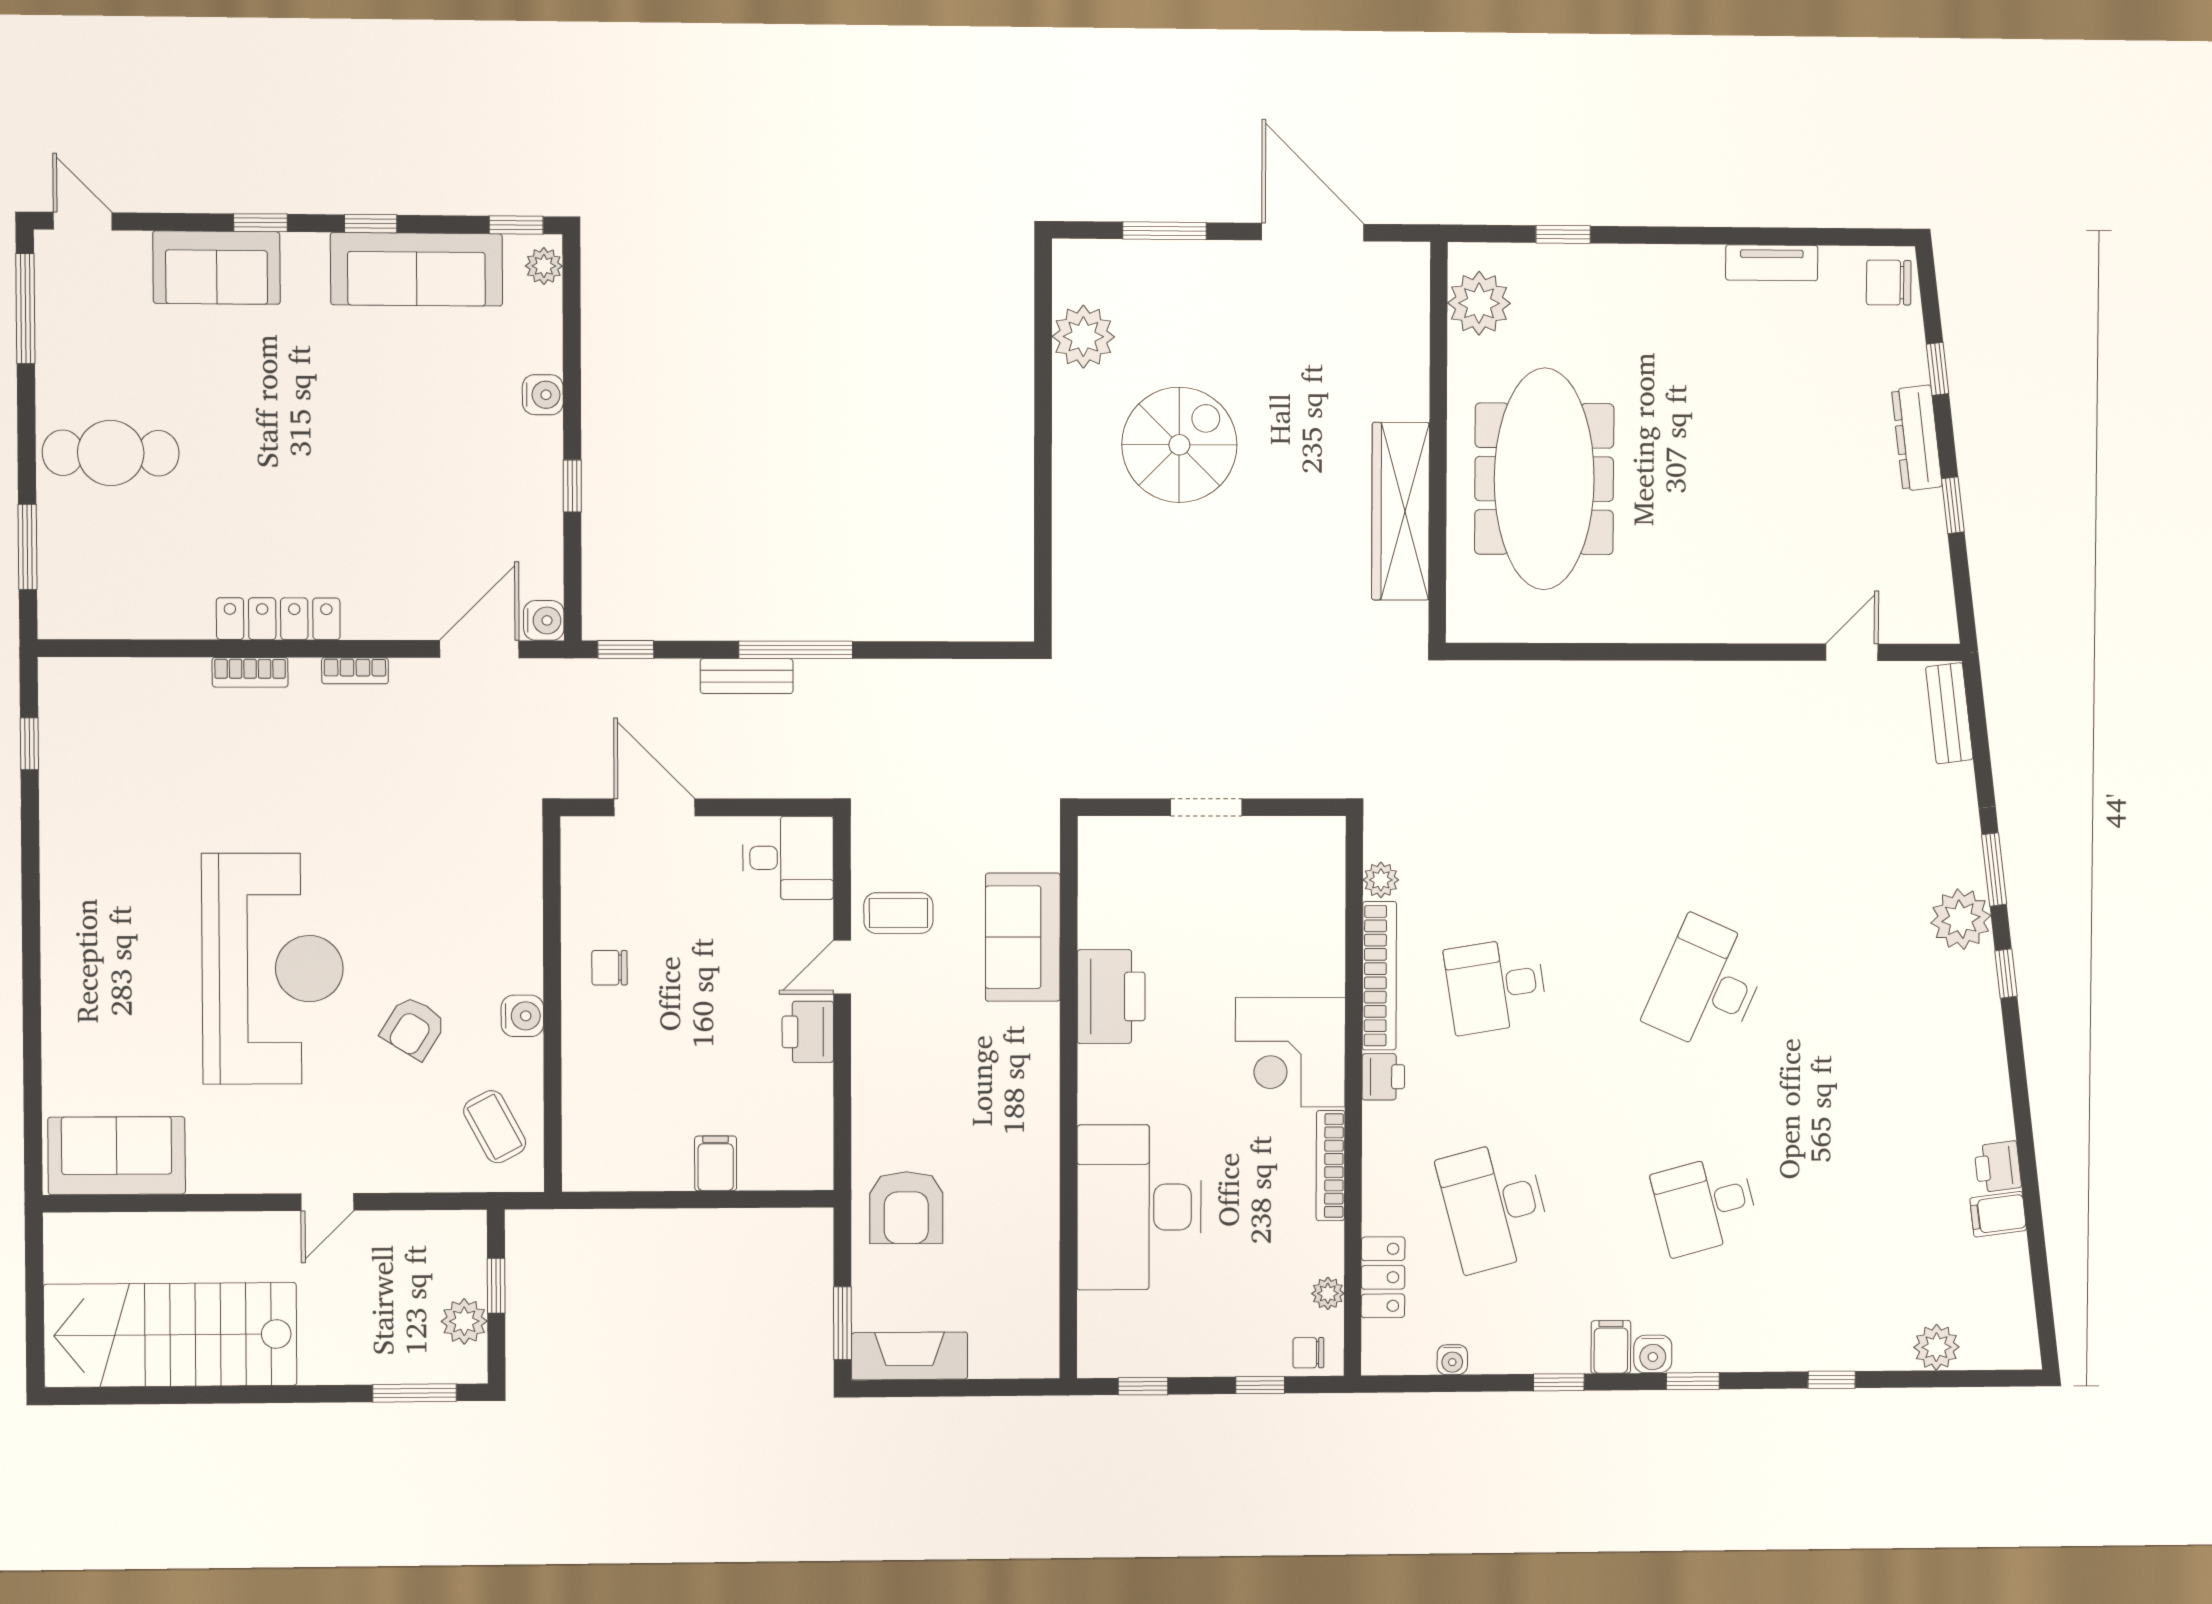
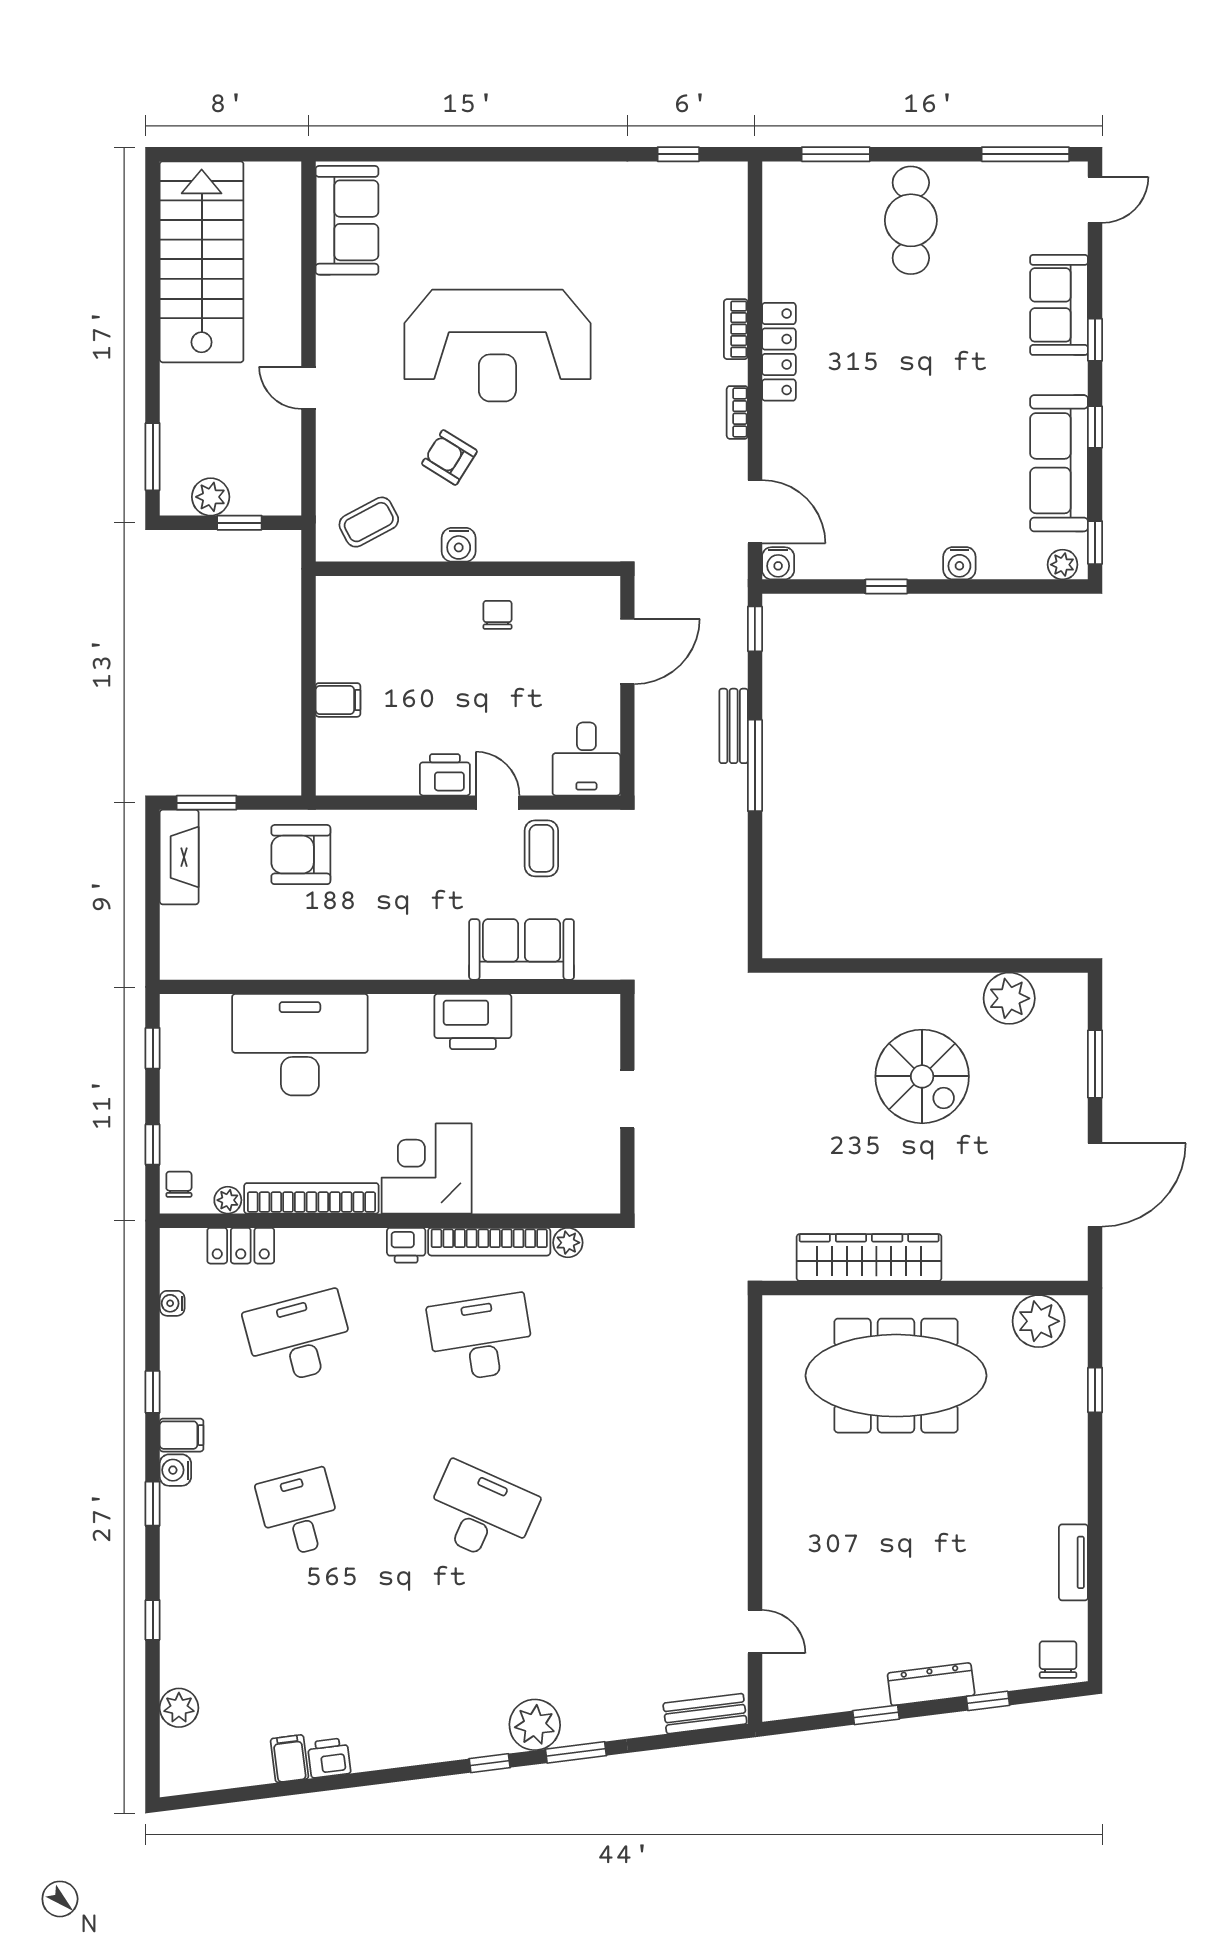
desk: (1496, 986) -> (481, 1338), width x1.37
bookcase: (1331, 1166) -> (311, 1198), width x1.48, depth x1.31

